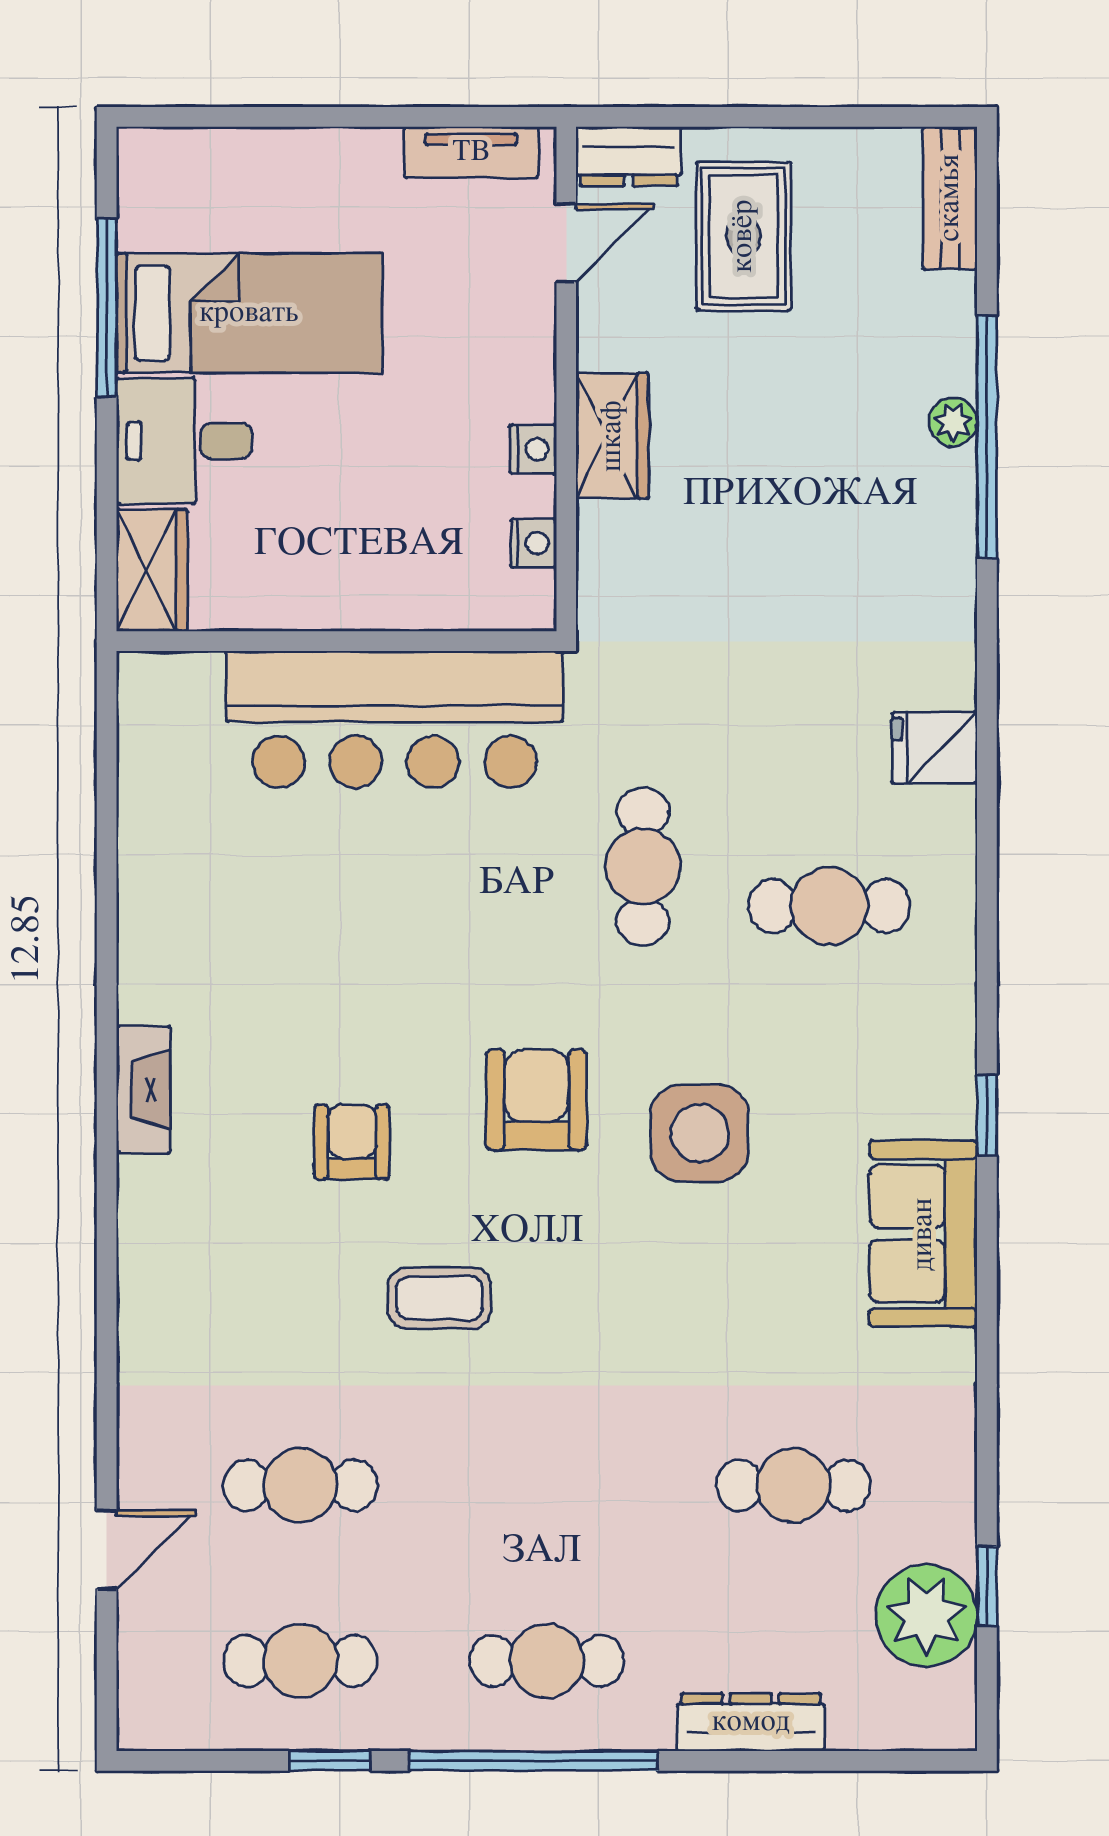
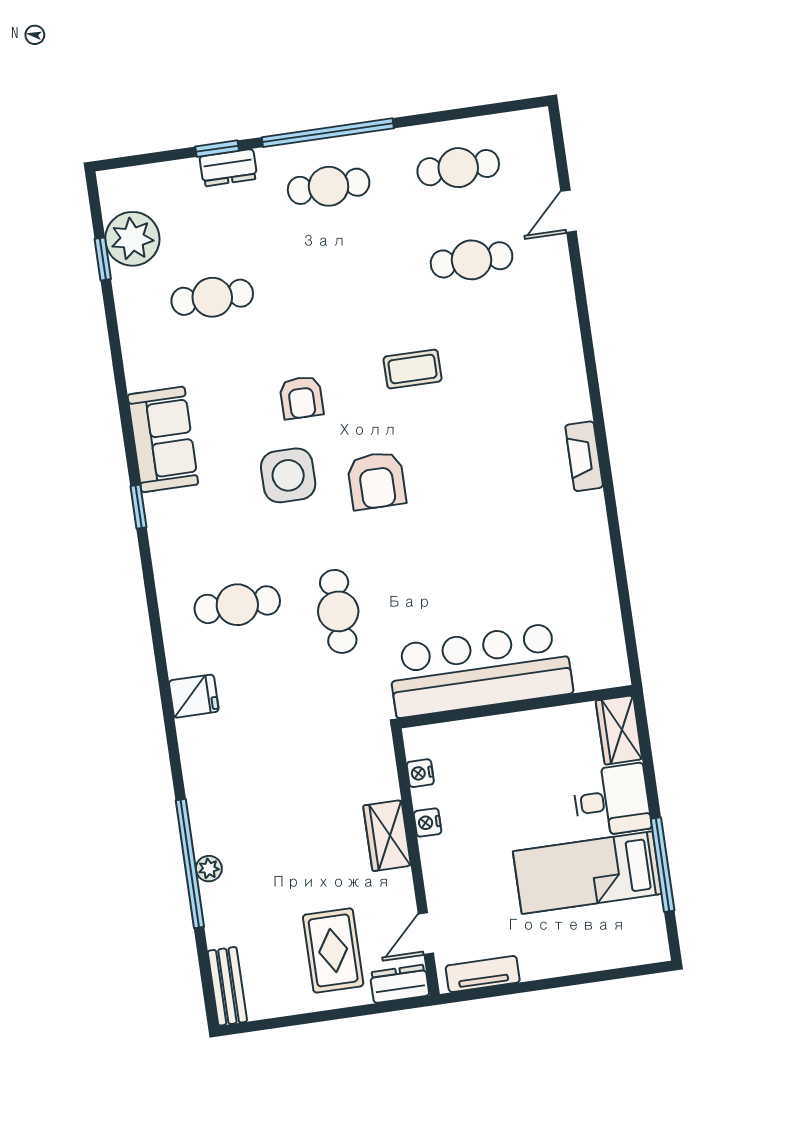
armchair: (352, 1142) -> (301, 397), moved
dresser: (751, 1722) -> (228, 168), width x0.70
window: (330, 1761) -> (217, 149), moved

